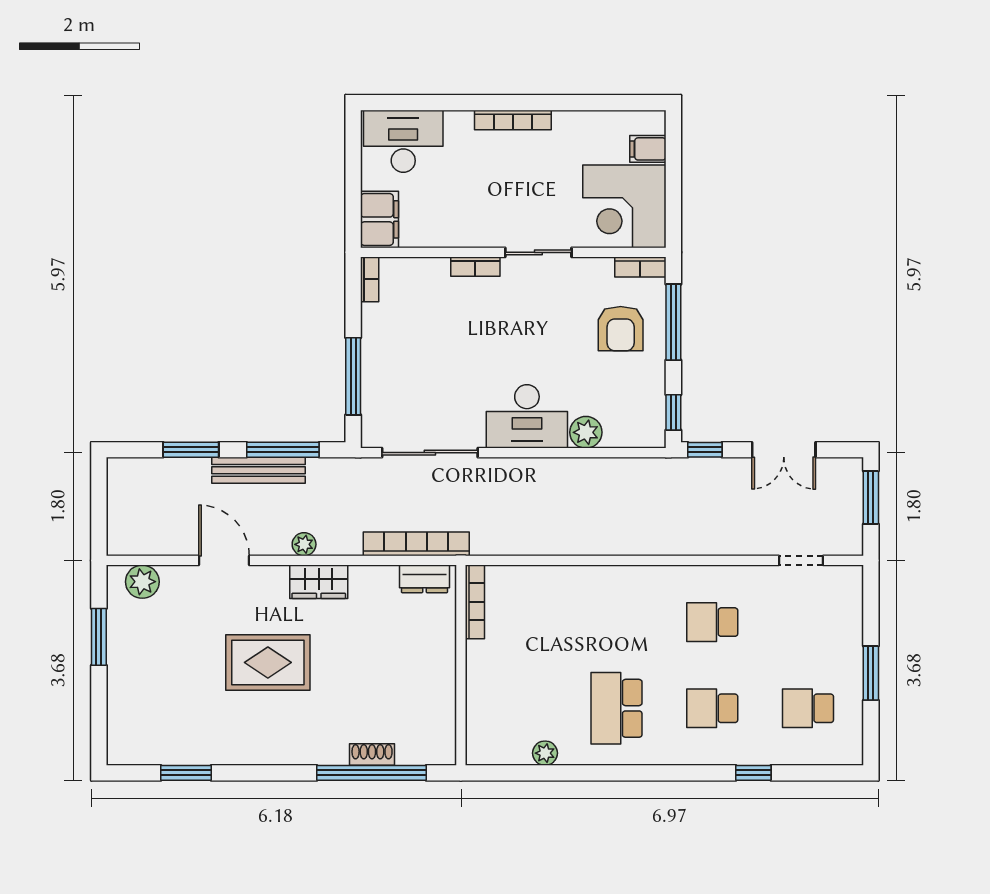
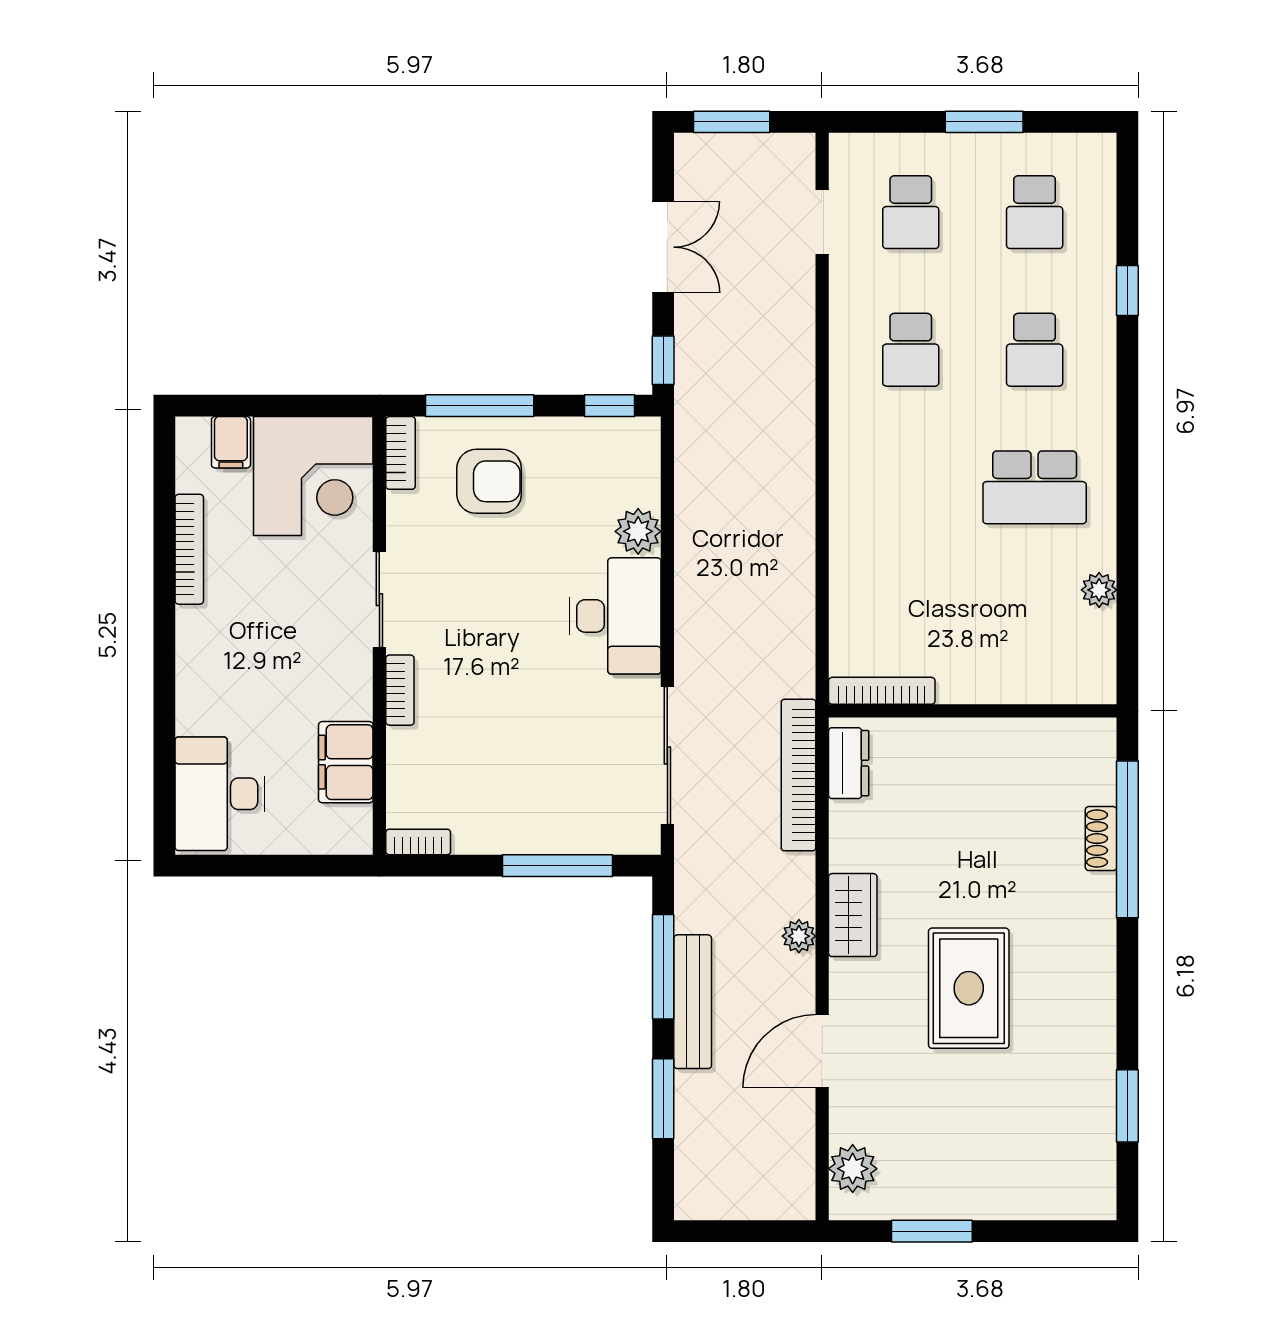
bookcase: (513, 120) -> (189, 549), moved
filing cabinet: (380, 219) -> (346, 762), moved, turned -90
school desk: (808, 622) -> (911, 212), added

